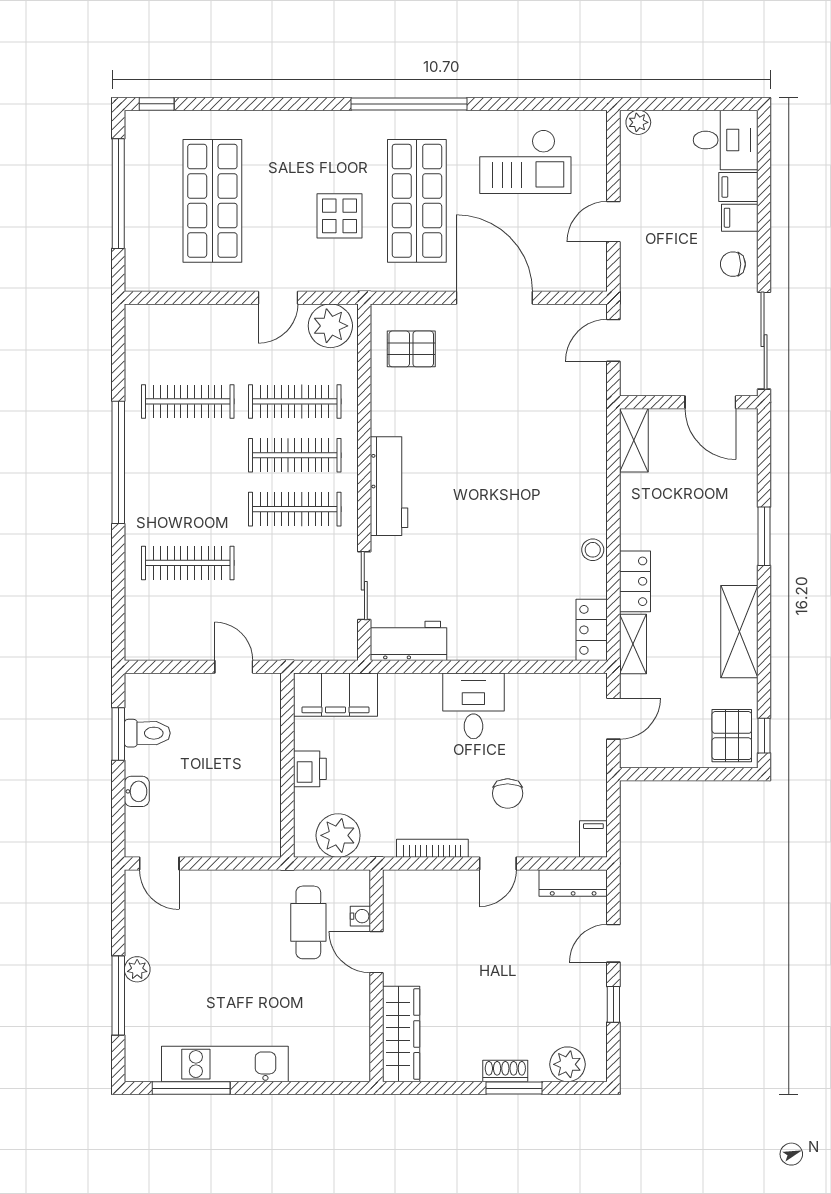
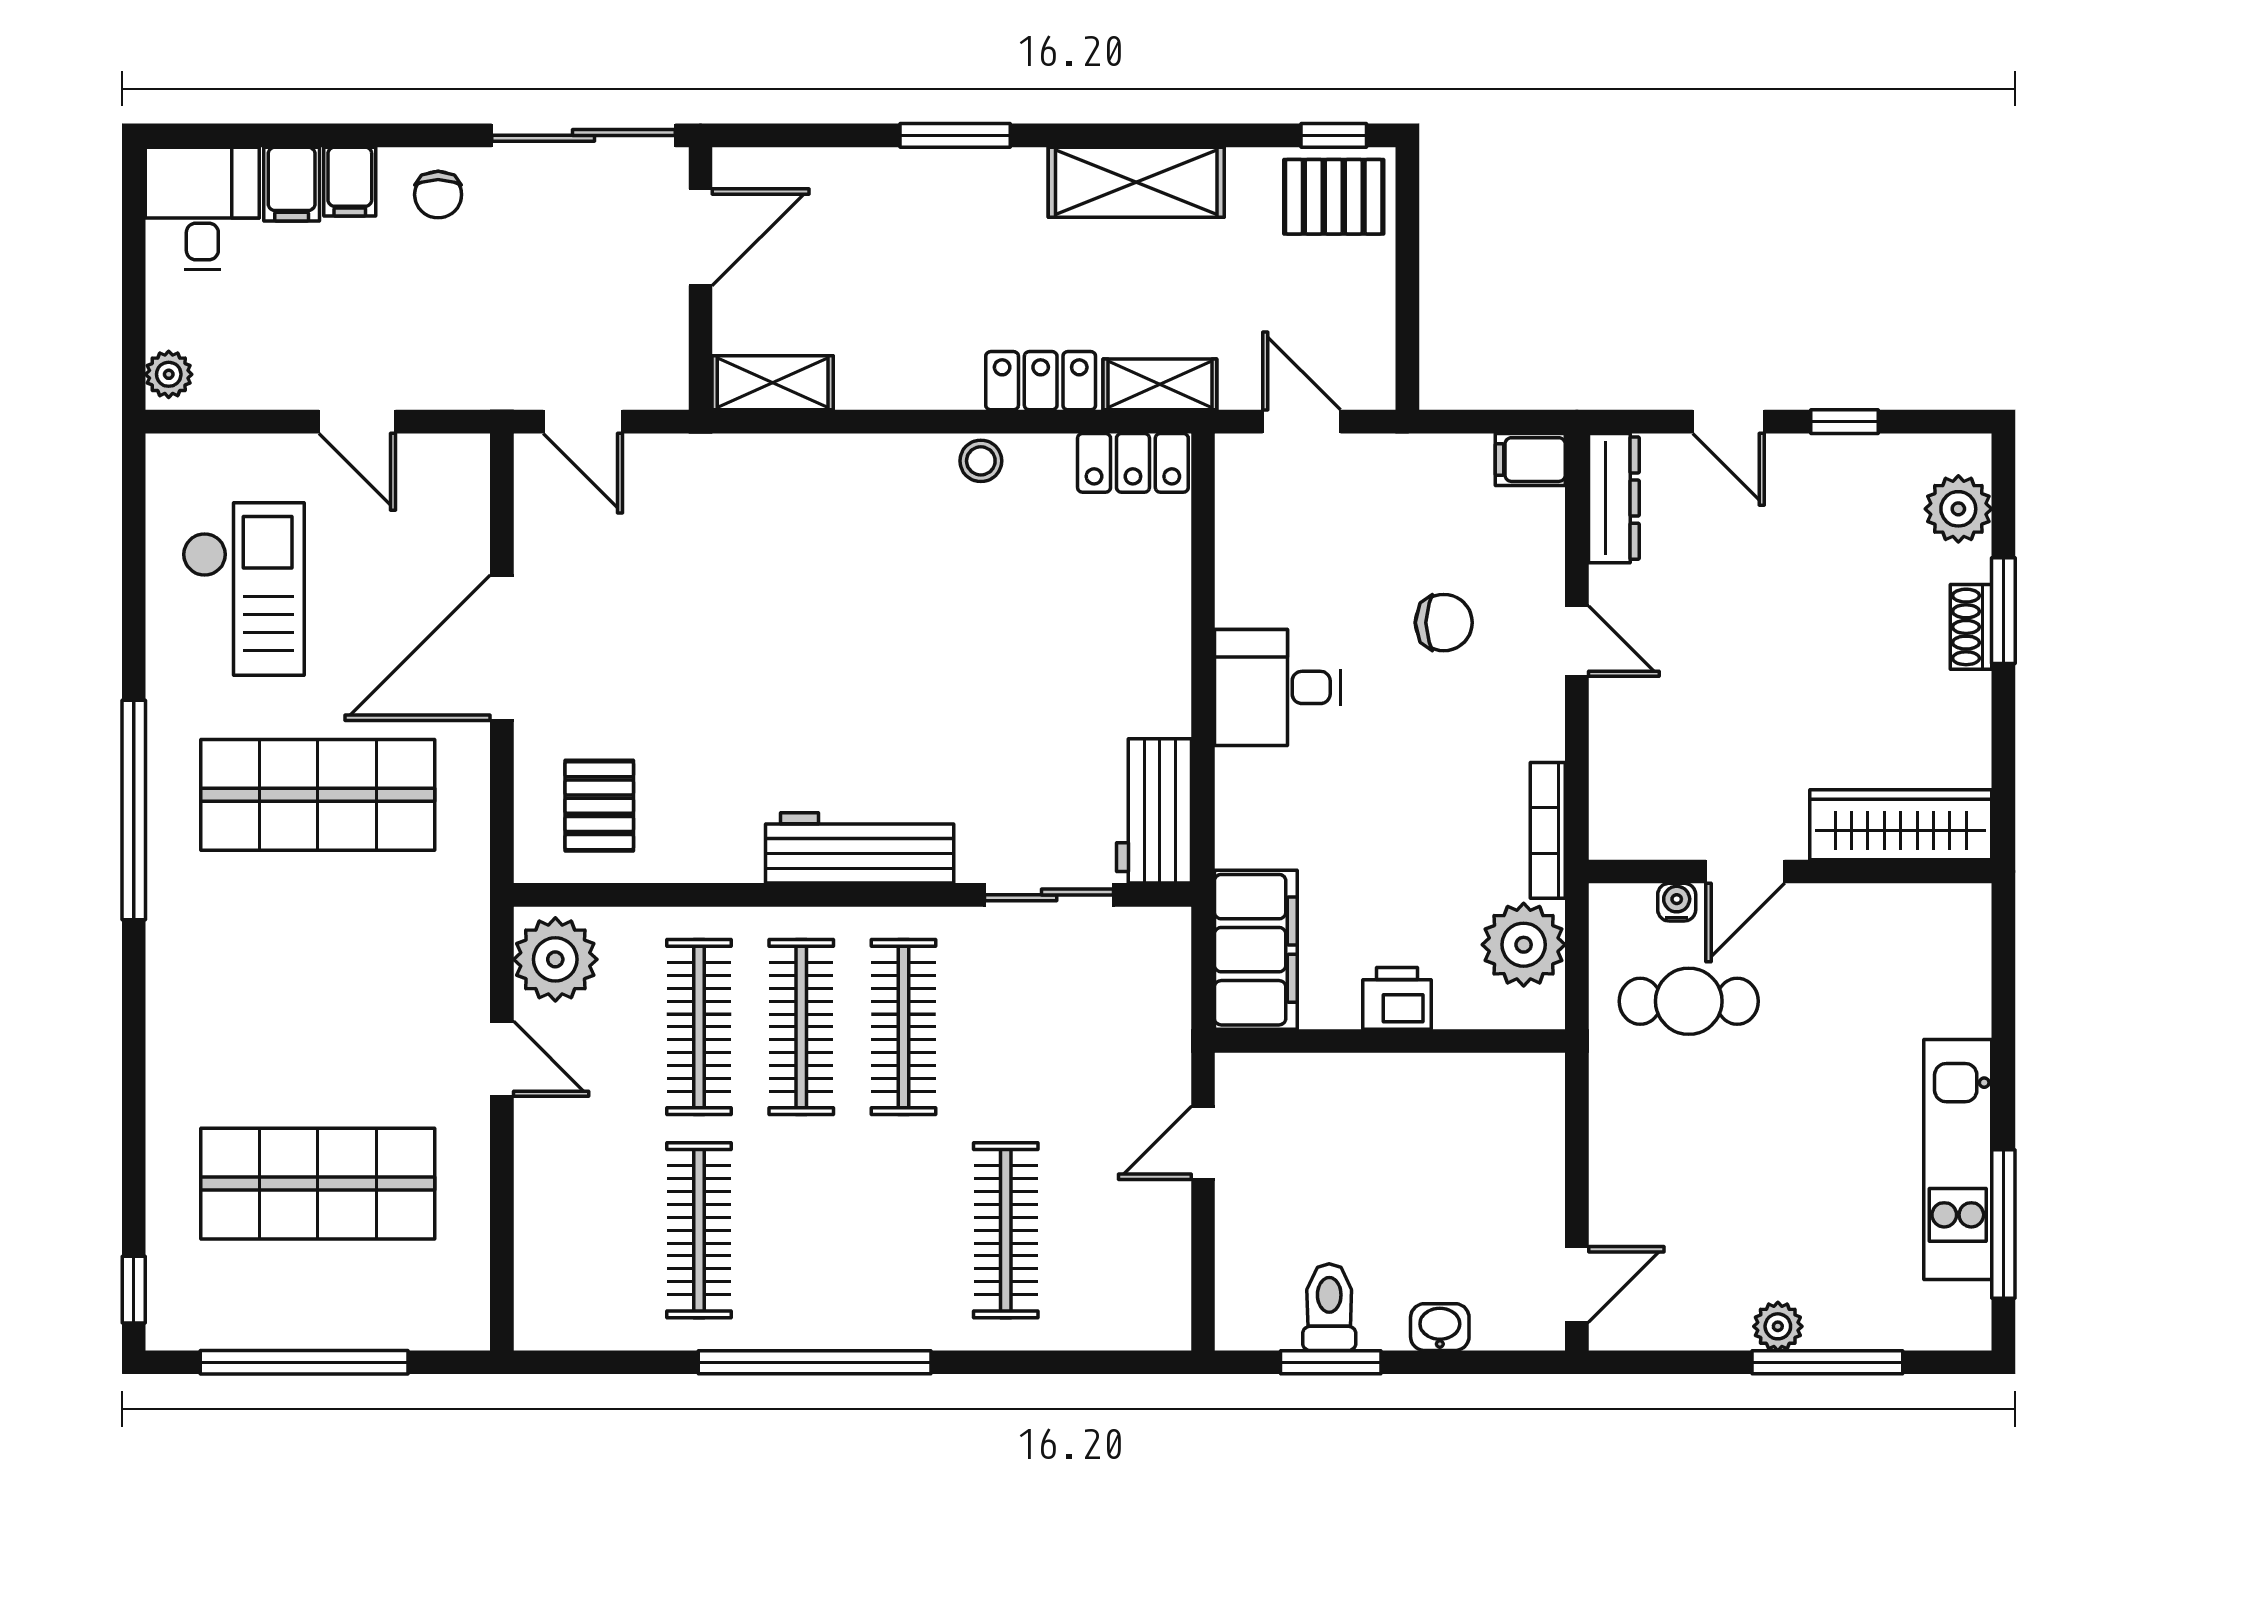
display table: (339, 216) -> (347, 942), removed
bookcase: (432, 848) -> (1548, 830), moved

